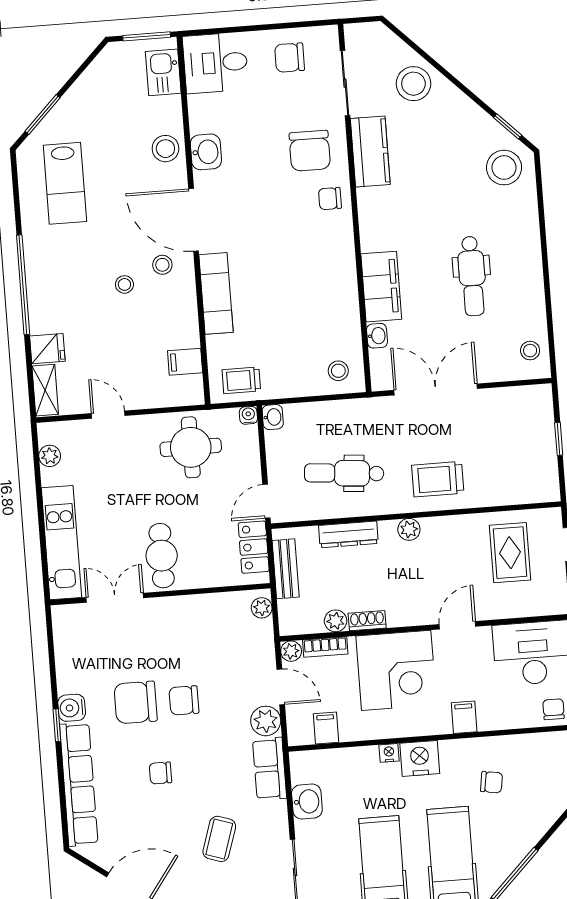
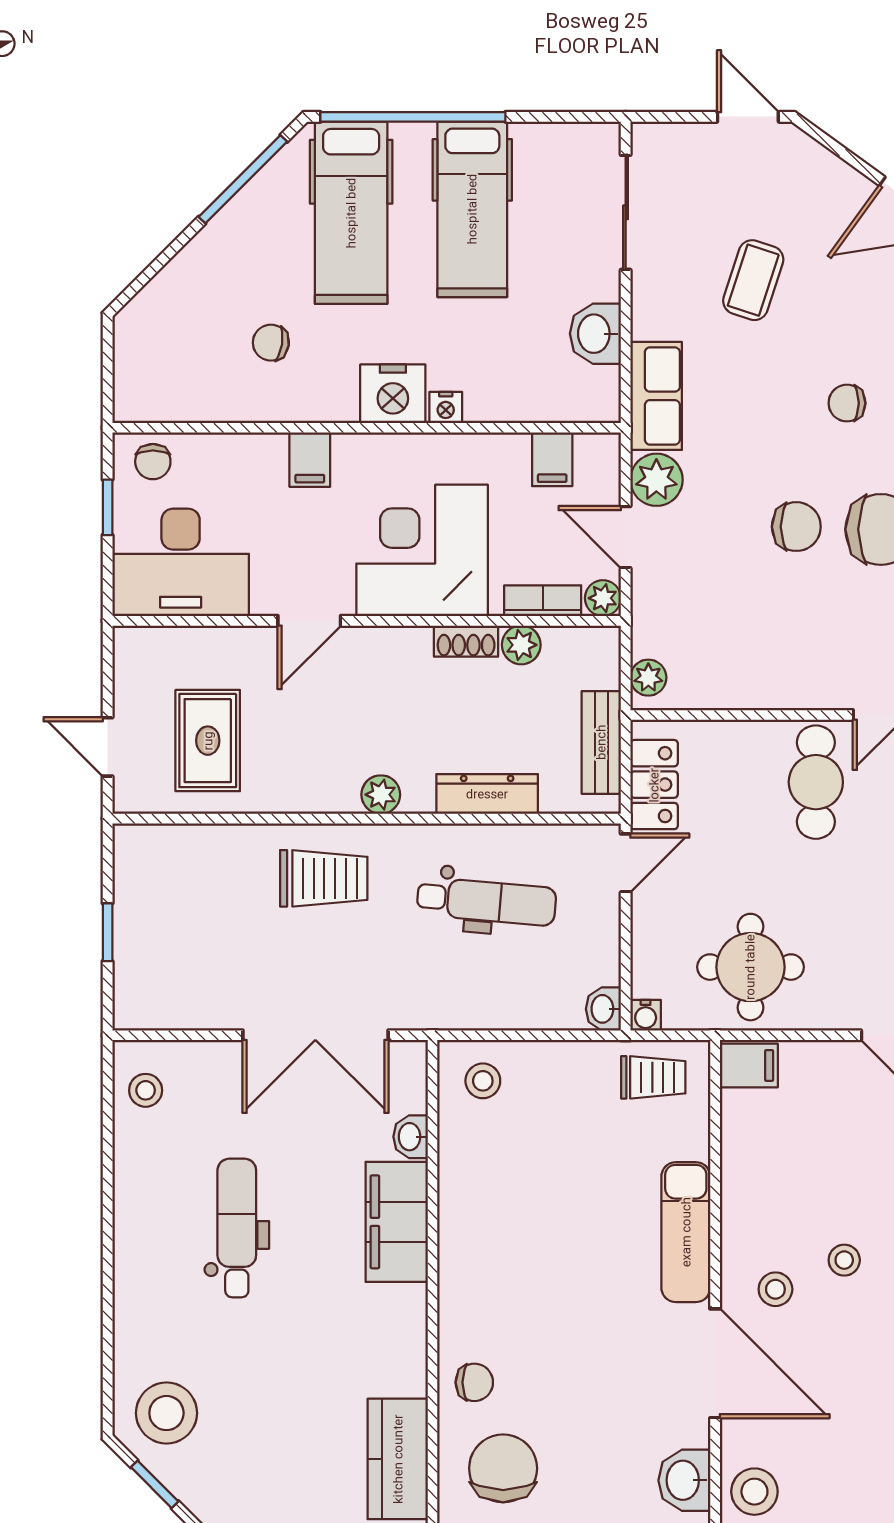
filing cabinet: (185, 362) -> (749, 1066), moved
chair: (160, 773) -> (847, 403), turned 180

